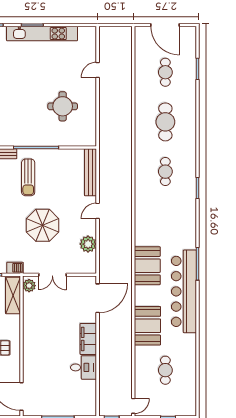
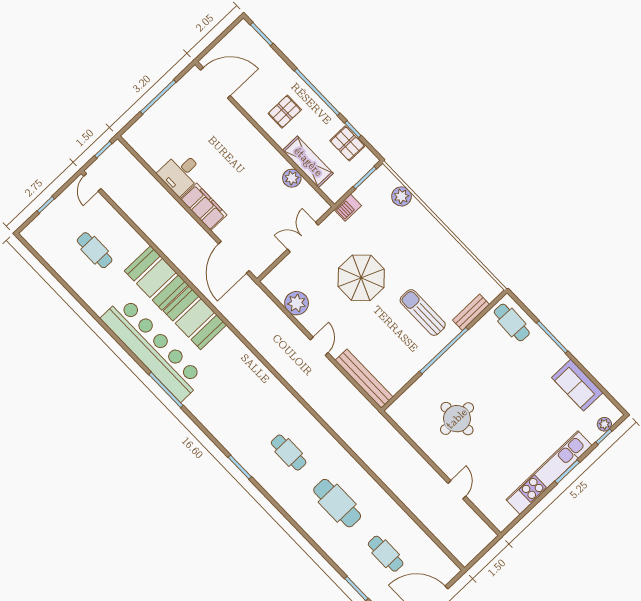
booth: (147, 266) -> (195, 318), moved
plant: (29, 286) -> (292, 178), moved
shelving: (13, 295) -> (308, 162), moved

